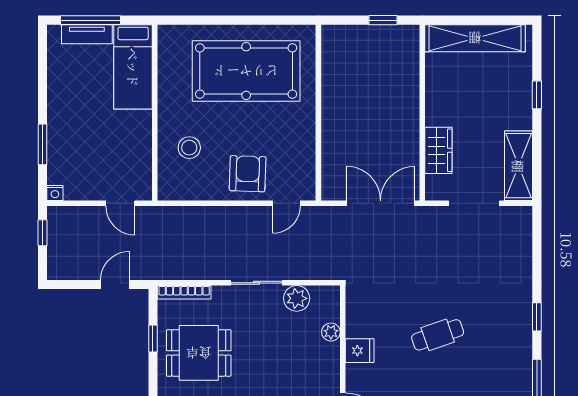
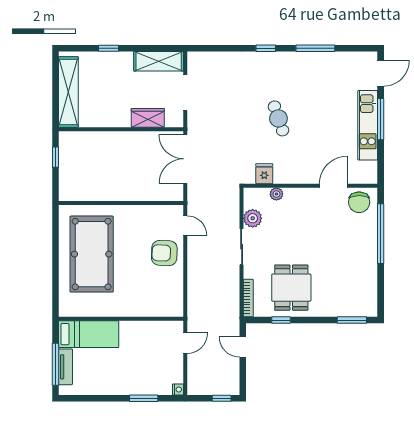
stool: (189, 148) -> (146, 294), removed
window: (42, 233) -> (222, 398), moved
fridge: (360, 351) -> (264, 174), moved

